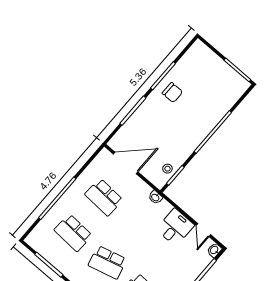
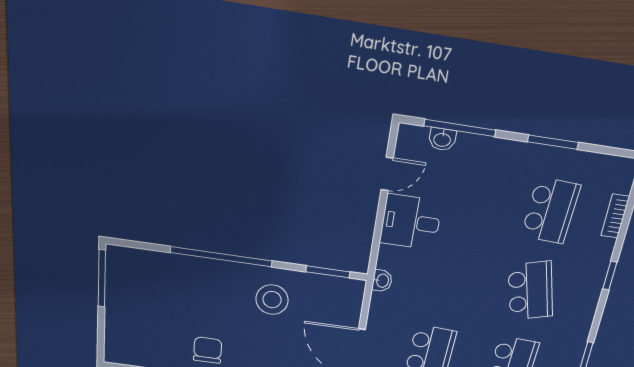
stool: (167, 169) -> (272, 300), moved, width x1.89, depth x1.89
washbasin: (214, 250) -> (442, 139), moved

